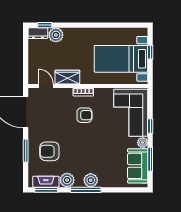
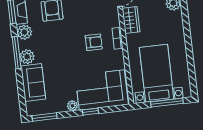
window: (150, 52) -> (167, 103), width x2.17
armchair: (84, 115) -> (94, 42), turned -90
window: (150, 159) -> (45, 117), moved
sofa: (138, 166) -> (33, 83), moved, turned 90

